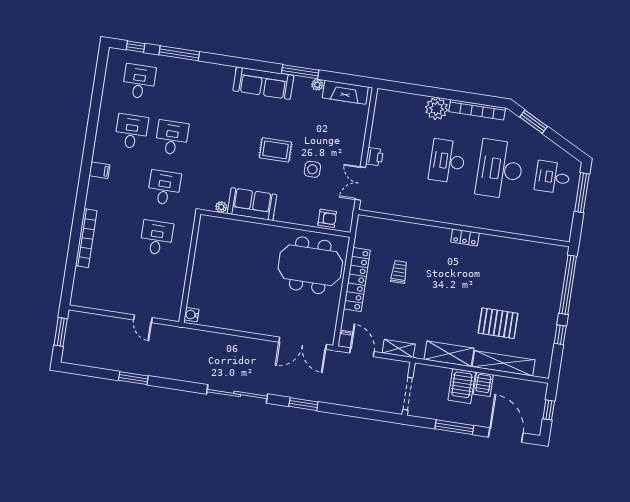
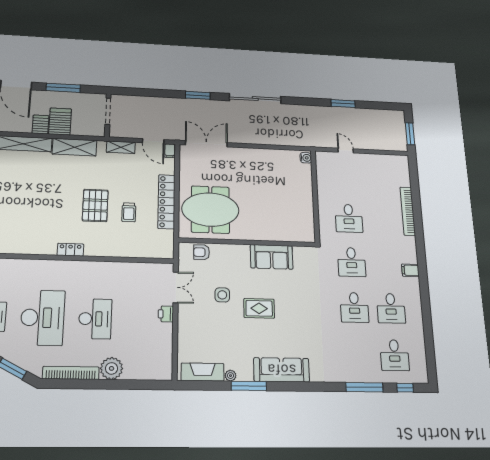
plant: (221, 207) -> (298, 251), removed
pallet: (498, 323) -> (95, 205), moved, turned 90

